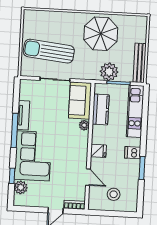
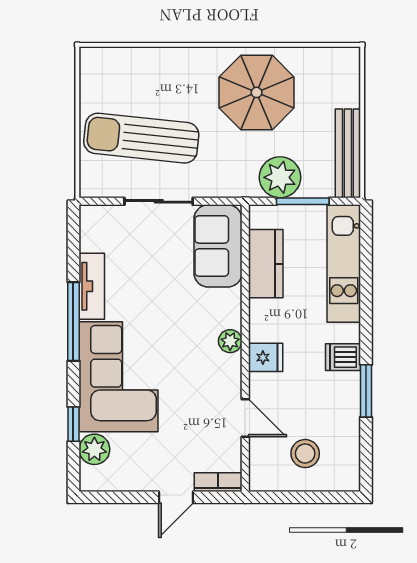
plant: (84, 125) -> (230, 341), moved

